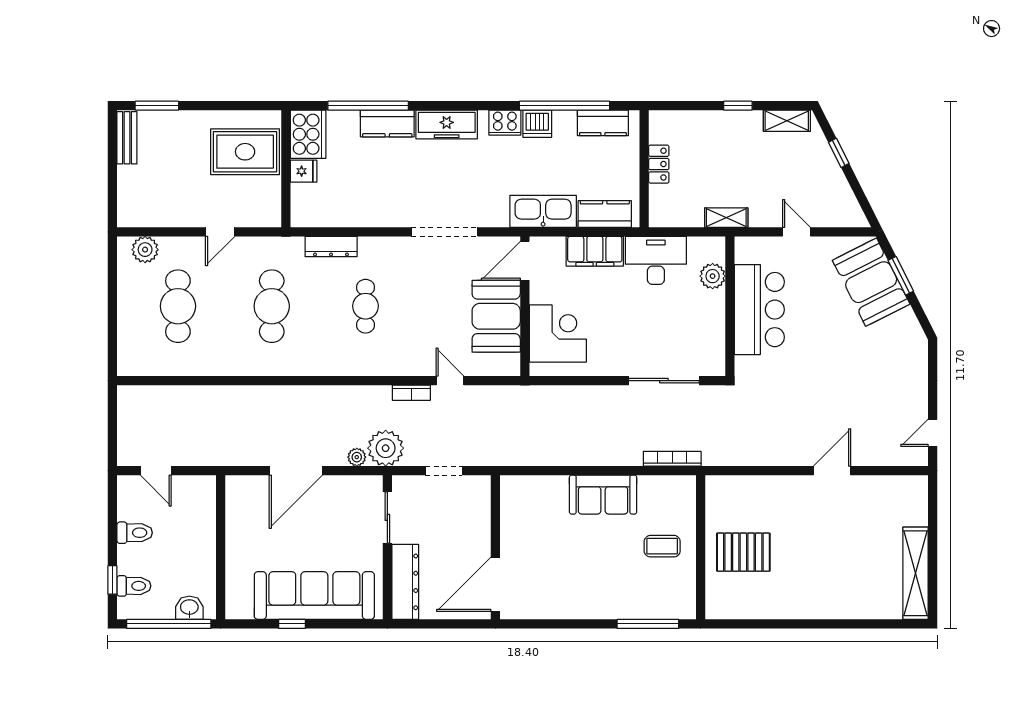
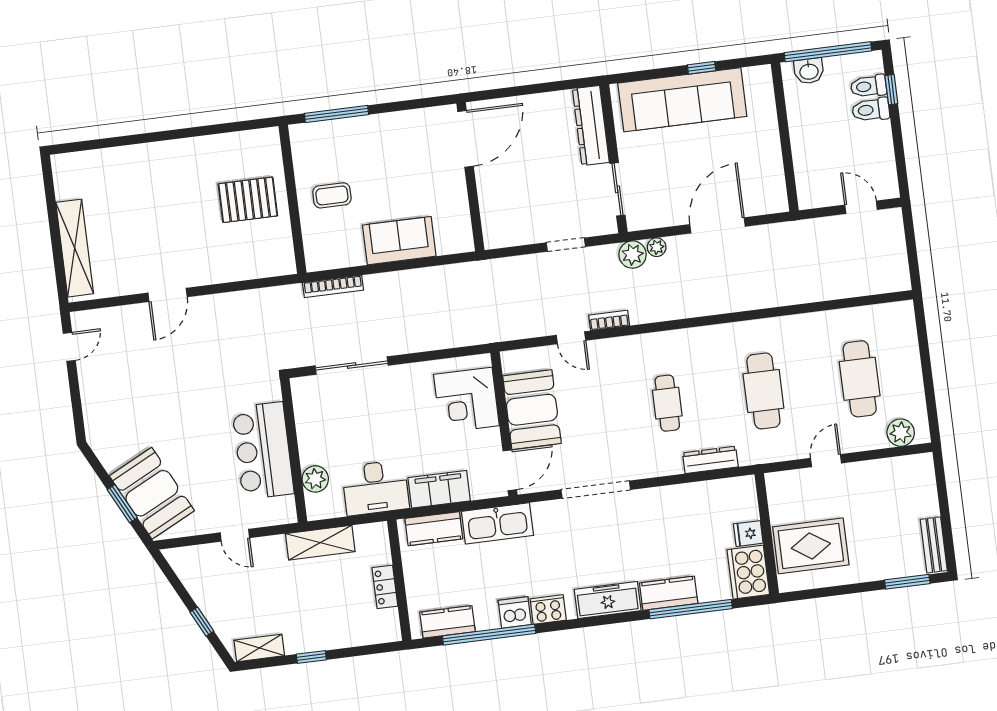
shelving: (726, 218) -> (320, 543), width x1.50, depth x1.33
plant: (386, 448) -> (633, 255), width x0.73, depth x0.73
toilet: (135, 533) -> (871, 110), moved
wall: (495, 547) -> (470, 177), moved
shelving: (916, 573) -> (75, 248), moved
door: (495, 584) -> (466, 139), moved

